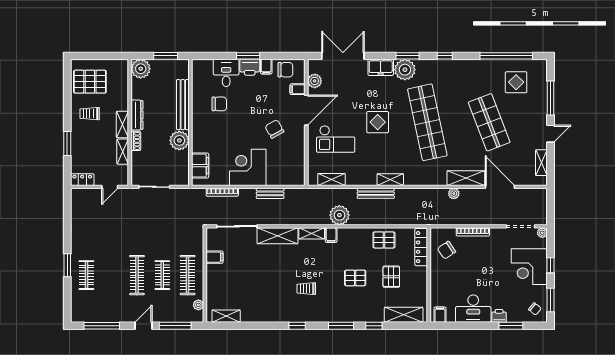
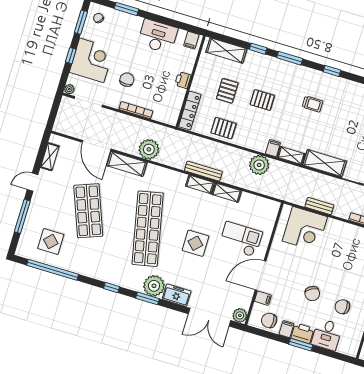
plant: (315, 81) -> (240, 315), moved
chair: (274, 129) -> (312, 294), moved
corner desk: (248, 167) -> (305, 229), moved
shelving: (332, 179) -> (227, 193), moved
bench: (376, 193) -> (203, 171), moved
plant: (454, 194) -> (149, 149), width x1.87, depth x1.87
chair: (446, 250) -> (127, 80), moved, turned -56
printer: (499, 316) -> (183, 80), moved, turned 90

